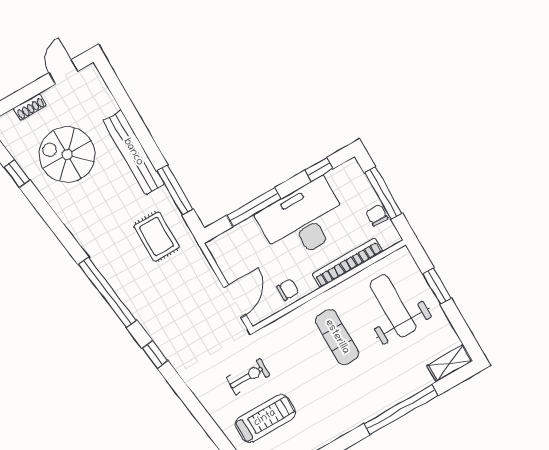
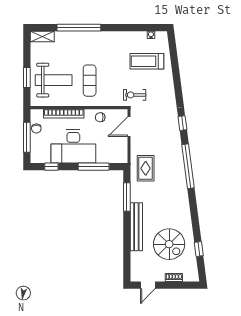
rug: (156, 237) -> (146, 168), moved
weight bench: (393, 306) -> (54, 80), turned -90
exercise bike: (248, 377) -> (135, 95), moved

